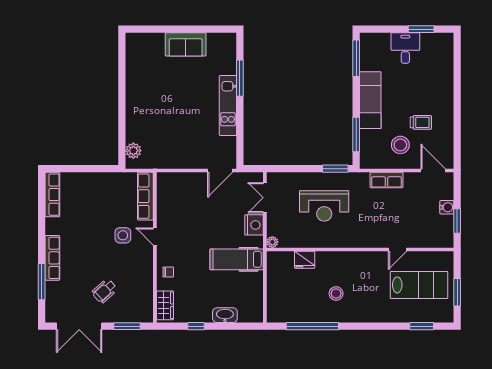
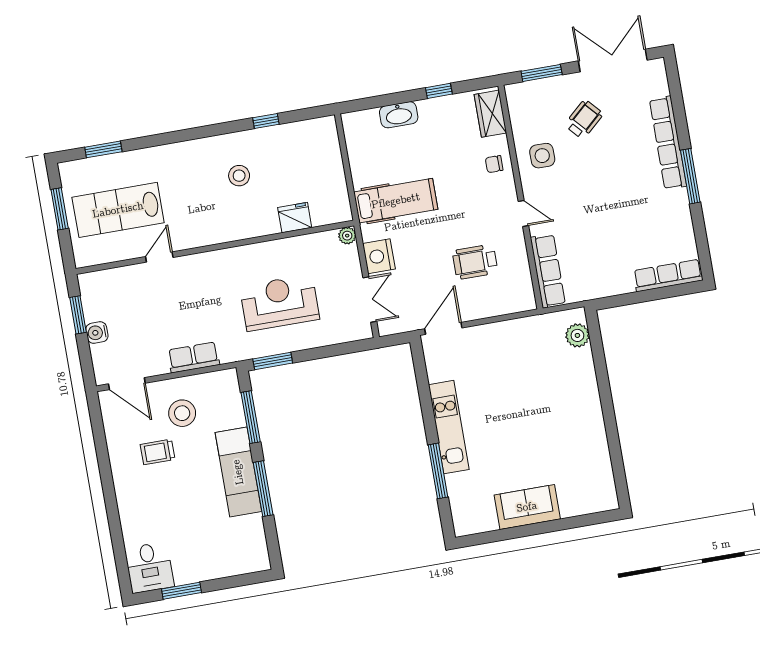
desk: (405, 48) -> (149, 567), moved
window: (356, 58) -> (263, 489), moved
row of seats: (52, 195) -> (668, 275), moved, turned 90
wheelchair: (192, 210) -> (475, 262), added
side table: (123, 235) -> (542, 156), moved
row of seats: (52, 258) -> (668, 143), width x1.36
window: (42, 282) -> (690, 176), moved
window: (312, 326) -> (266, 121), width x0.32

